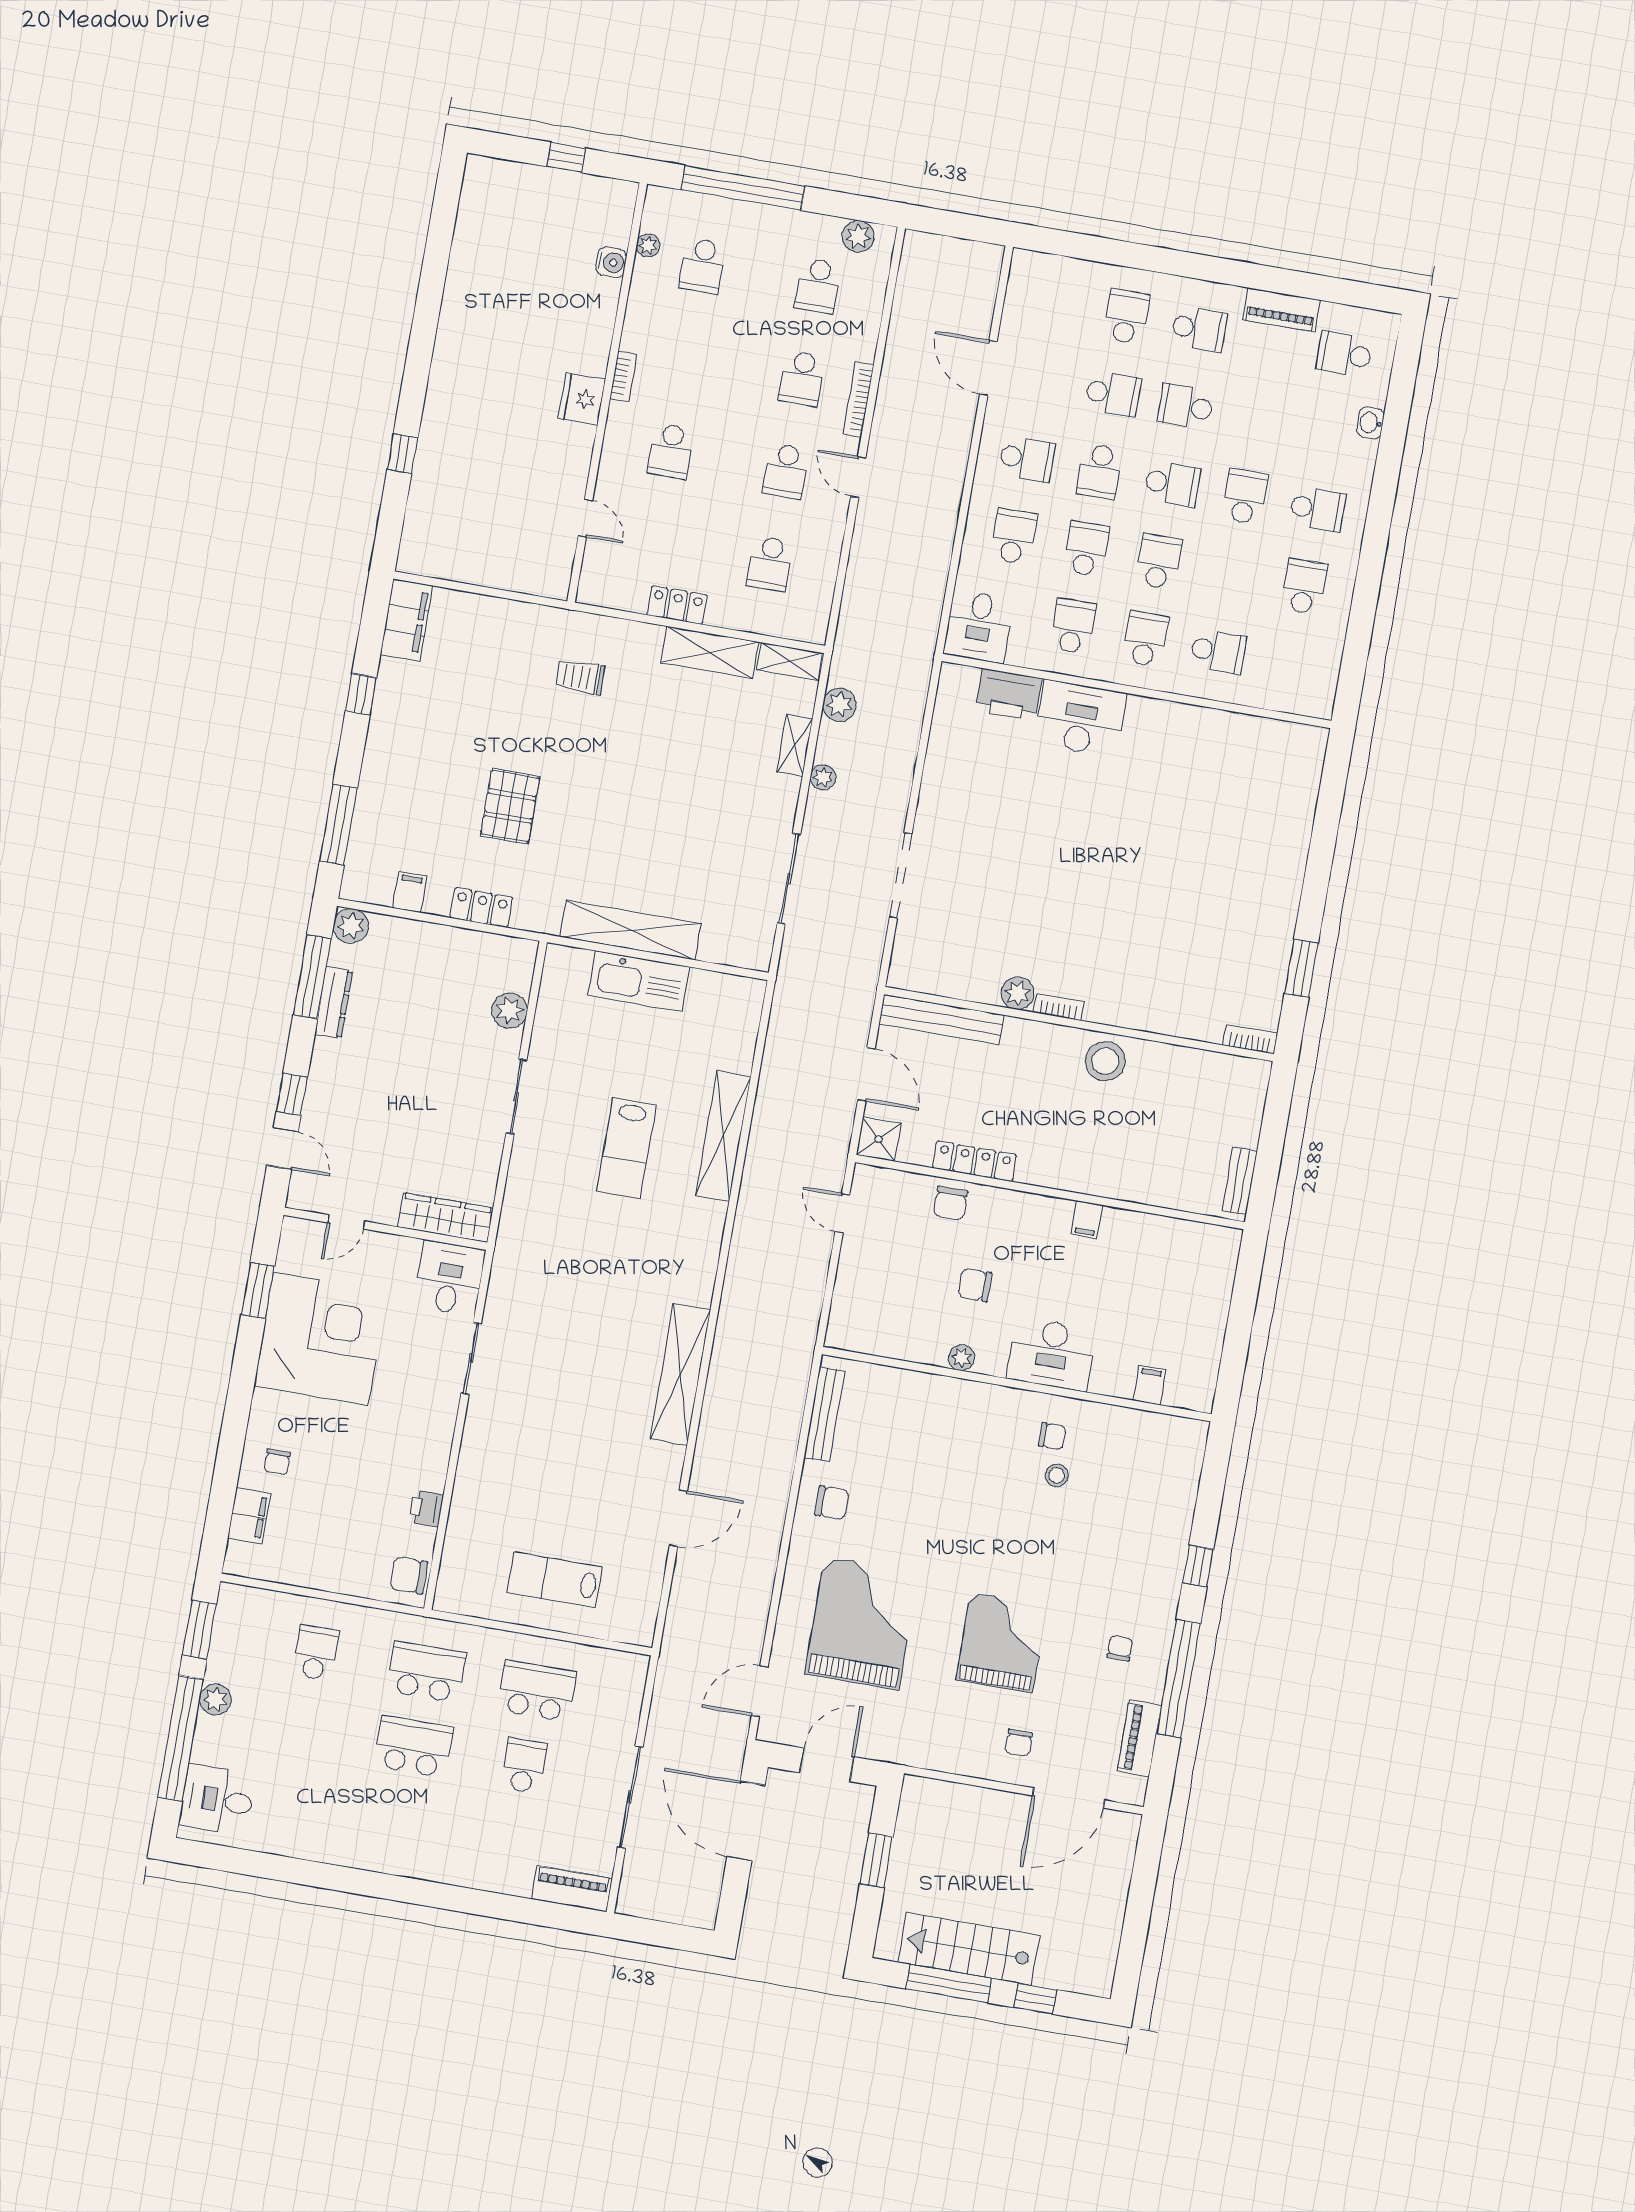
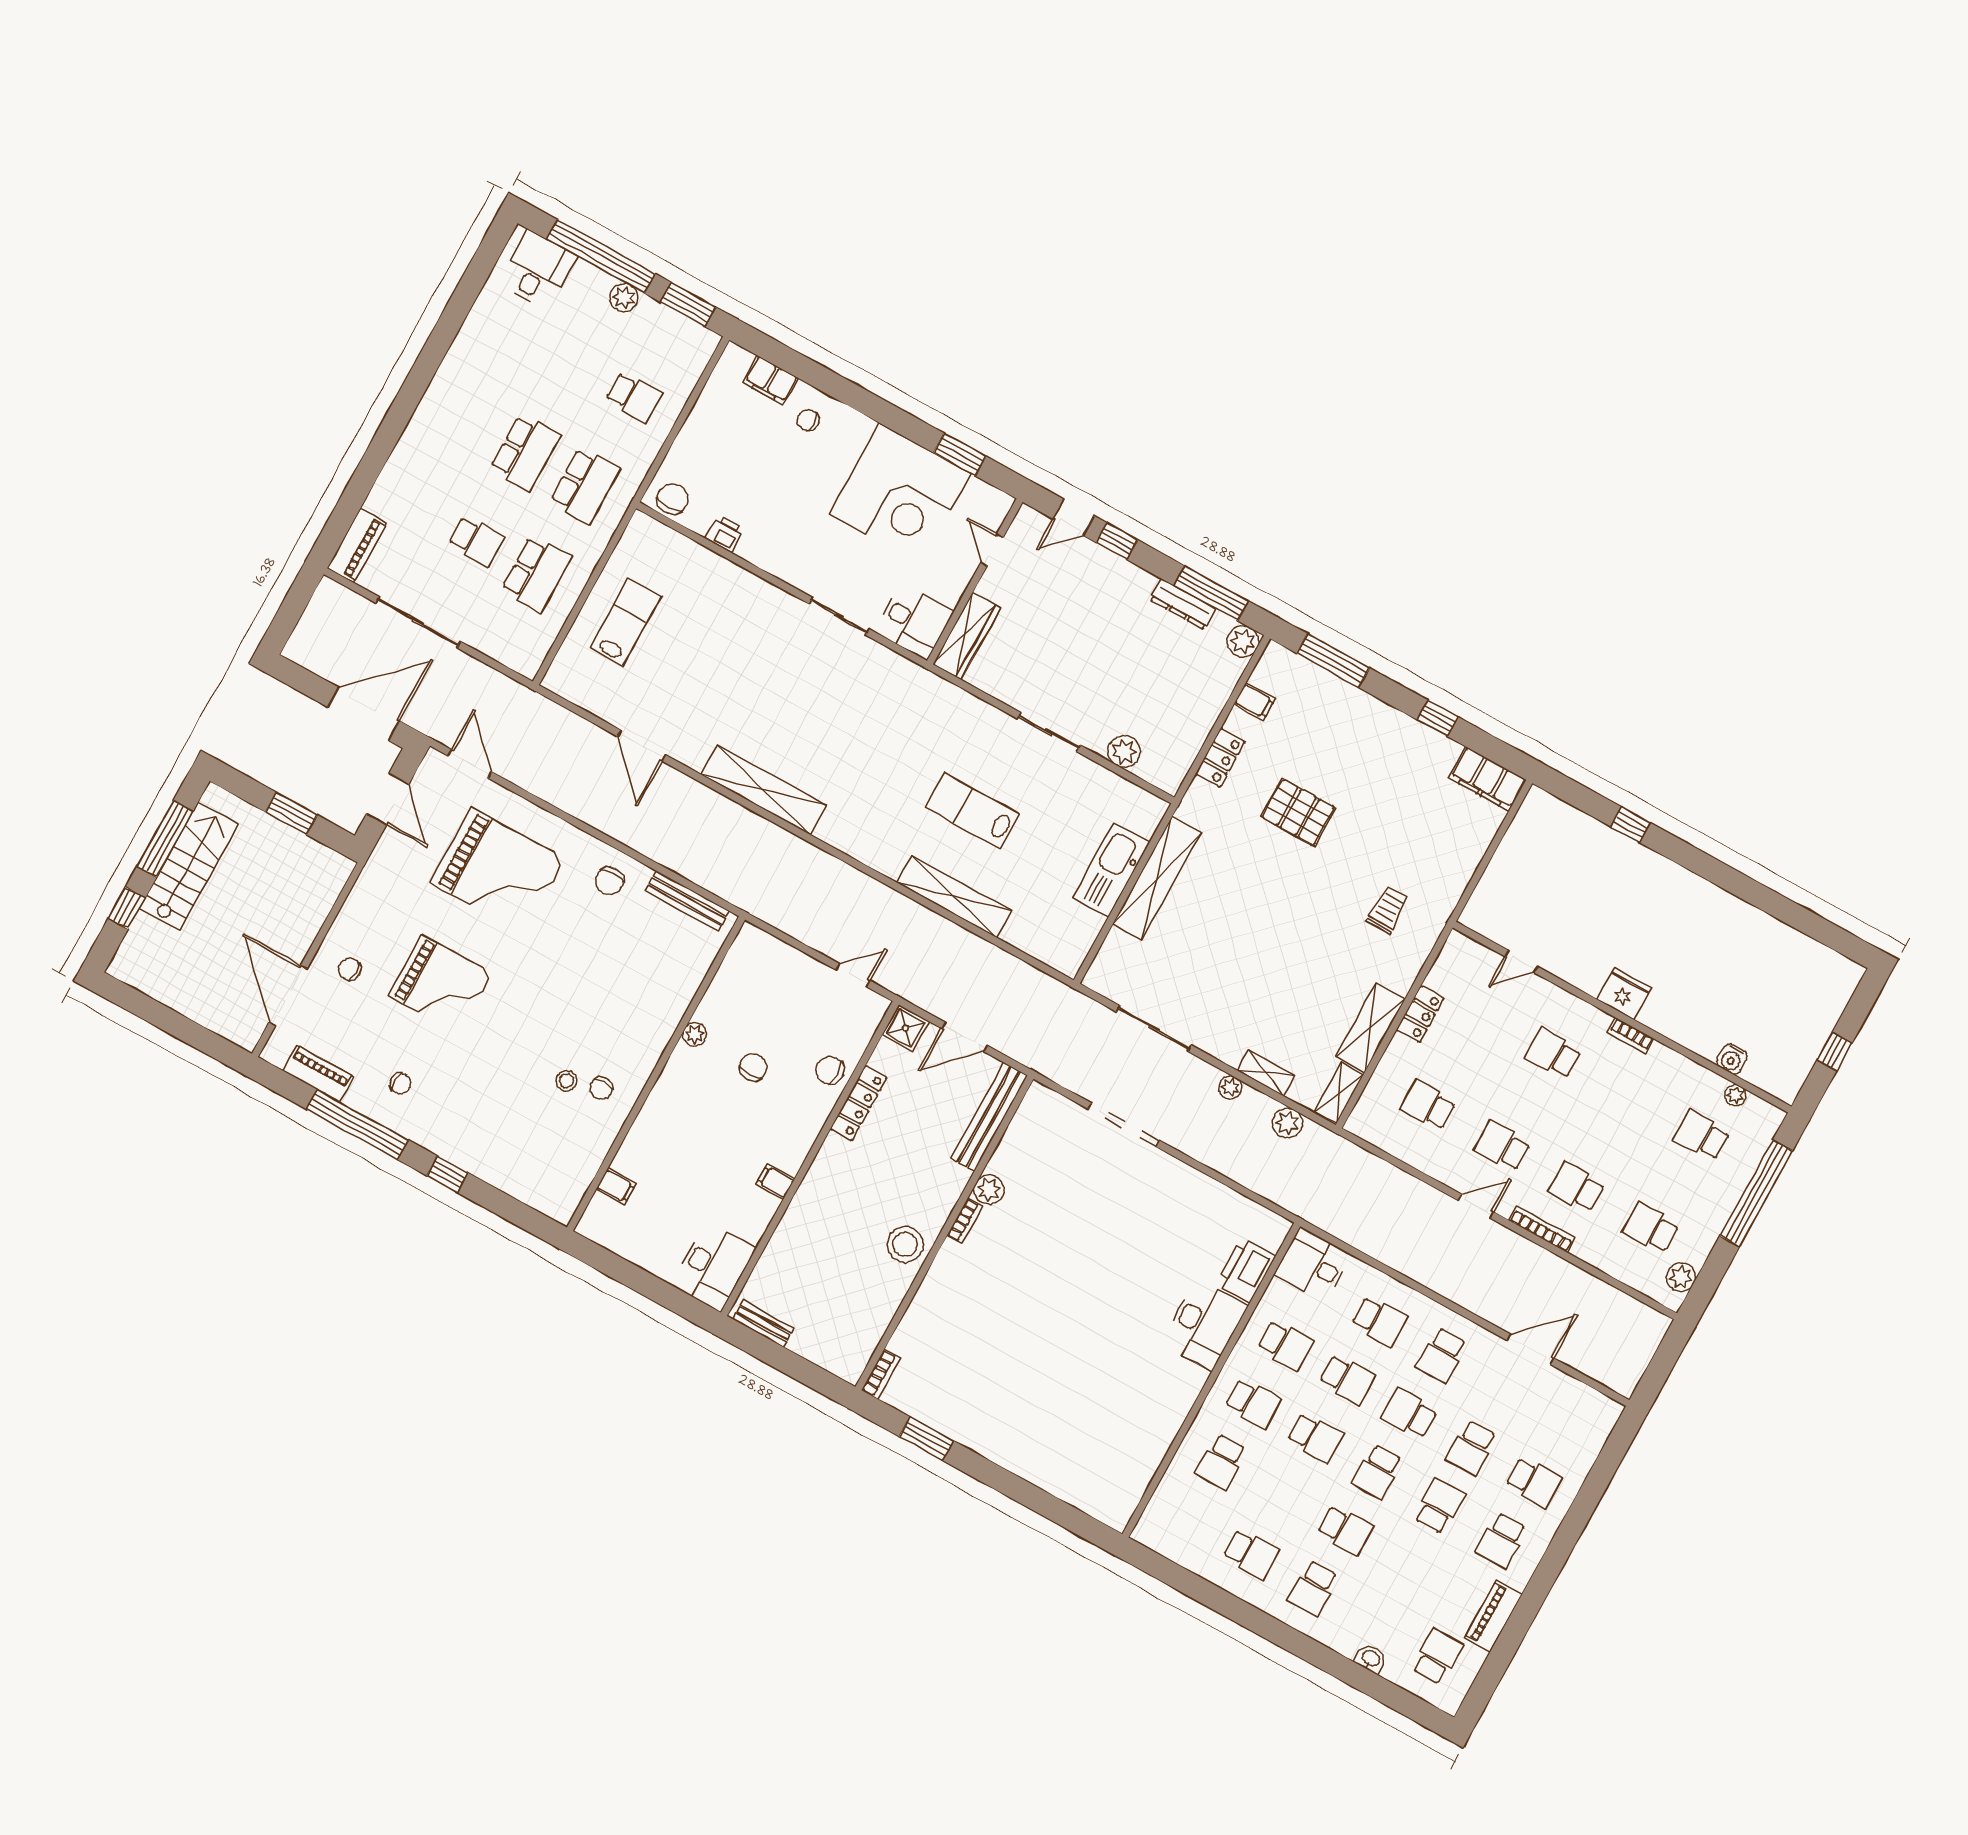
desk: (1052, 1354) -> (713, 1267), moved, turned 180

